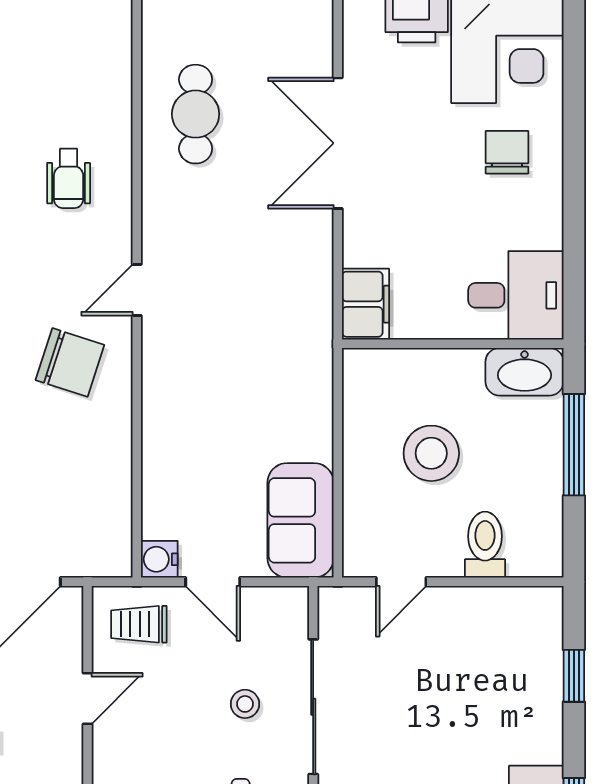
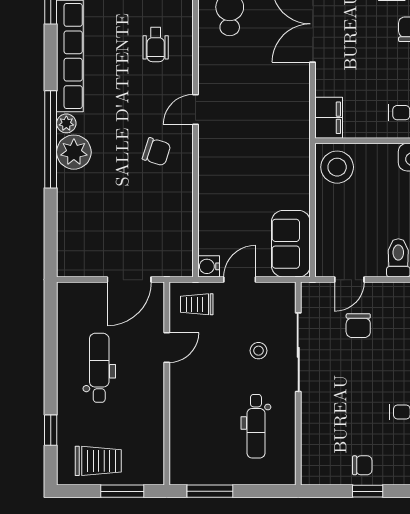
chair: (70, 362) -> (157, 152), width x0.73, depth x0.73
stool: (431, 453) -> (337, 167), moved
door: (213, 582) -> (240, 280), swing flipped
chair: (416, 661) -> (358, 326), added

